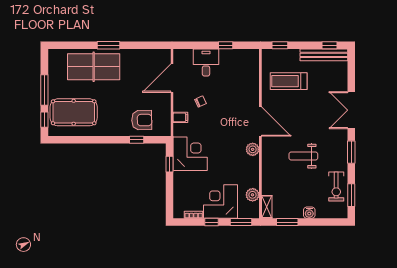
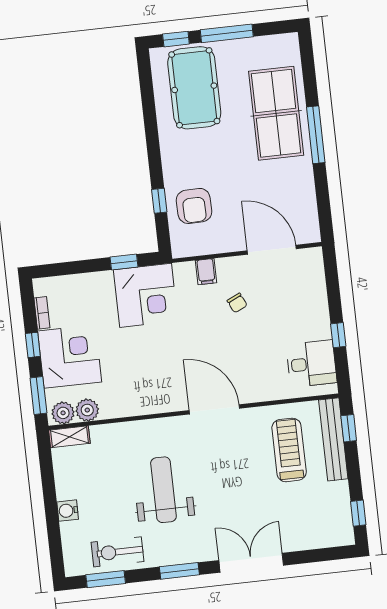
window: (109, 45) -> (316, 135), width x1.44
bench: (324, 55) -> (333, 439), moved
desk: (206, 63) -> (311, 364), moved
door: (260, 122) -> (214, 409), swing flipped
plant: (253, 149) -> (63, 413), moved
weight bench: (303, 156) -> (163, 490), width x1.36, depth x1.33
window: (287, 222) -> (47, 475), removed

